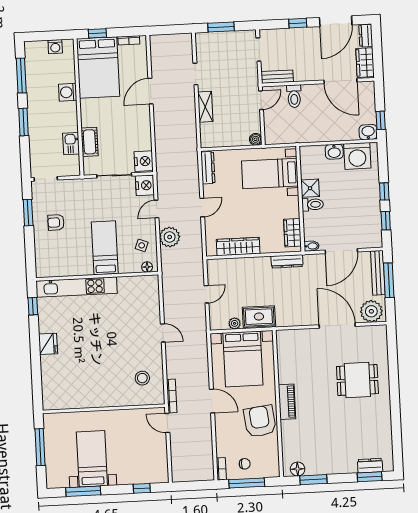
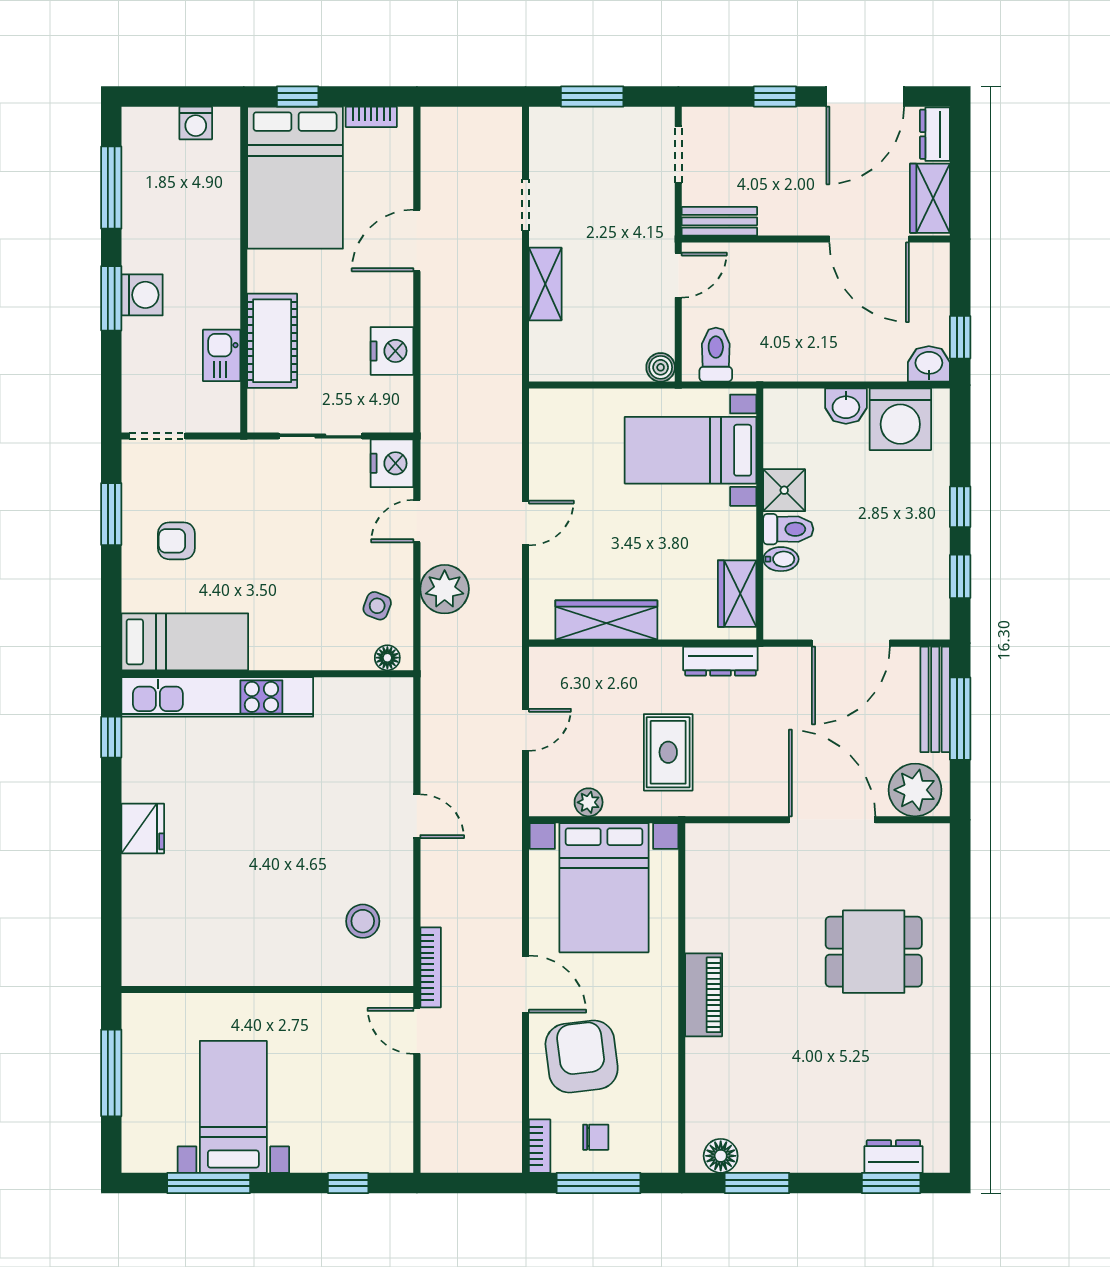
washing machine: (68, 92) -> (142, 295), moved, turned 180
toilet: (294, 96) -> (716, 355), moved, turned 180
cot: (90, 142) -> (272, 341), width x1.37, depth x1.34
nightstand: (144, 161) -> (392, 351), moved
dresser: (208, 168) -> (544, 429), removed
bidet: (312, 246) -> (781, 559), moved
bed: (105, 248) -> (185, 642), moved, turned 90
rug: (259, 317) -> (668, 752), moved, turned 90
armchair: (260, 421) -> (582, 1056), moved

